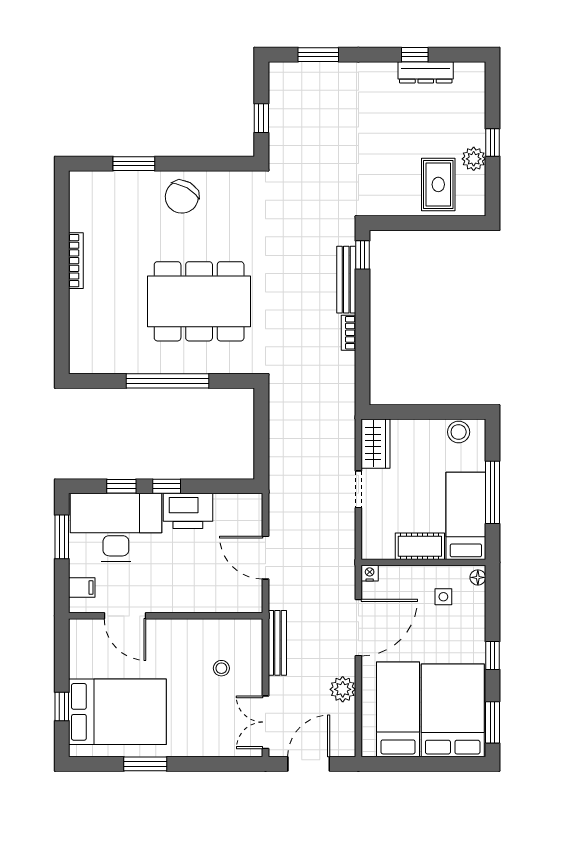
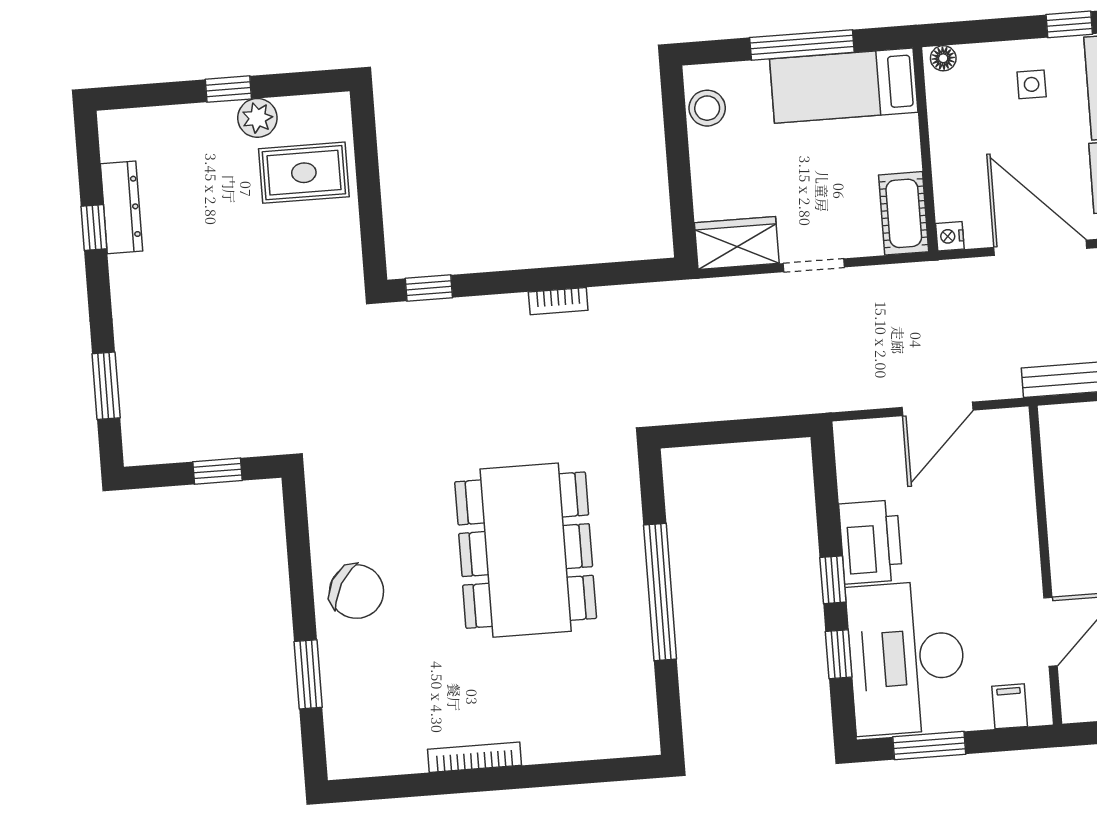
bench: (346, 280) -> (472, 312), removed
cot: (420, 546) -> (904, 213), moved
side table: (443, 597) -> (1032, 84), moved

